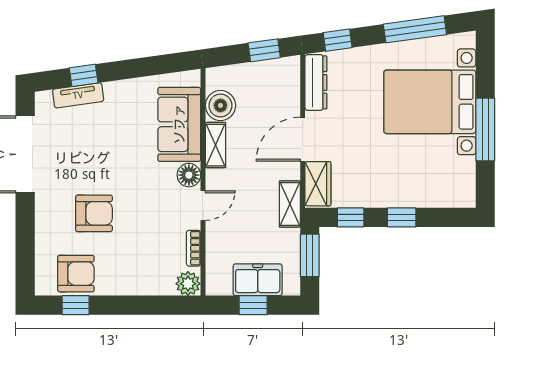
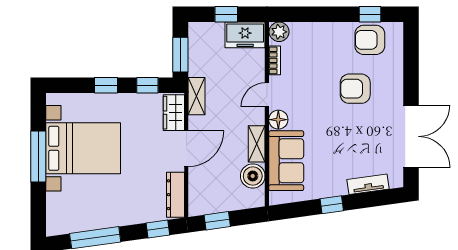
window: (84, 75) -> (332, 205), moved
bed with nightstands: (430, 102) -> (83, 148), moved
freezer: (258, 280) -> (245, 35), moved

